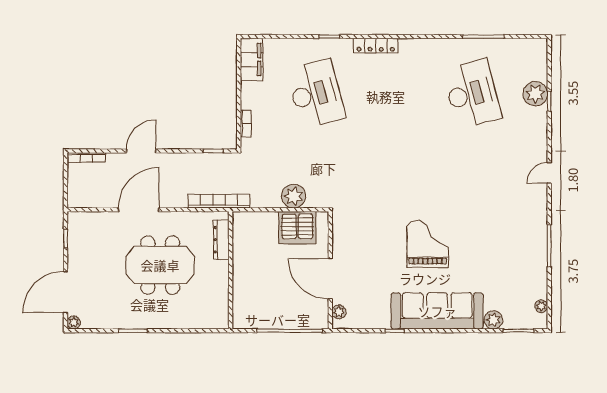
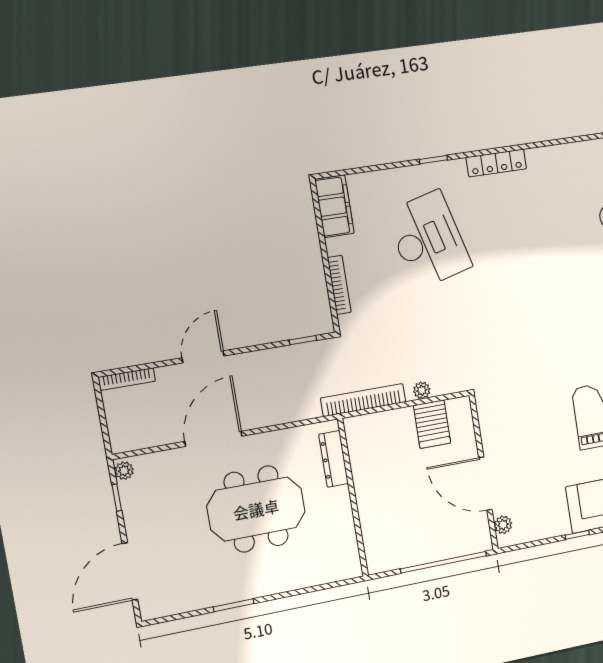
bookcase: (246, 123) -> (339, 285), width x1.56
plant: (294, 196) -> (422, 390), width x0.53, depth x0.53
bookcase: (219, 201) -> (363, 400), moved
server rack: (297, 228) -> (432, 424), width x0.62
plant: (74, 322) -> (124, 471), moved

